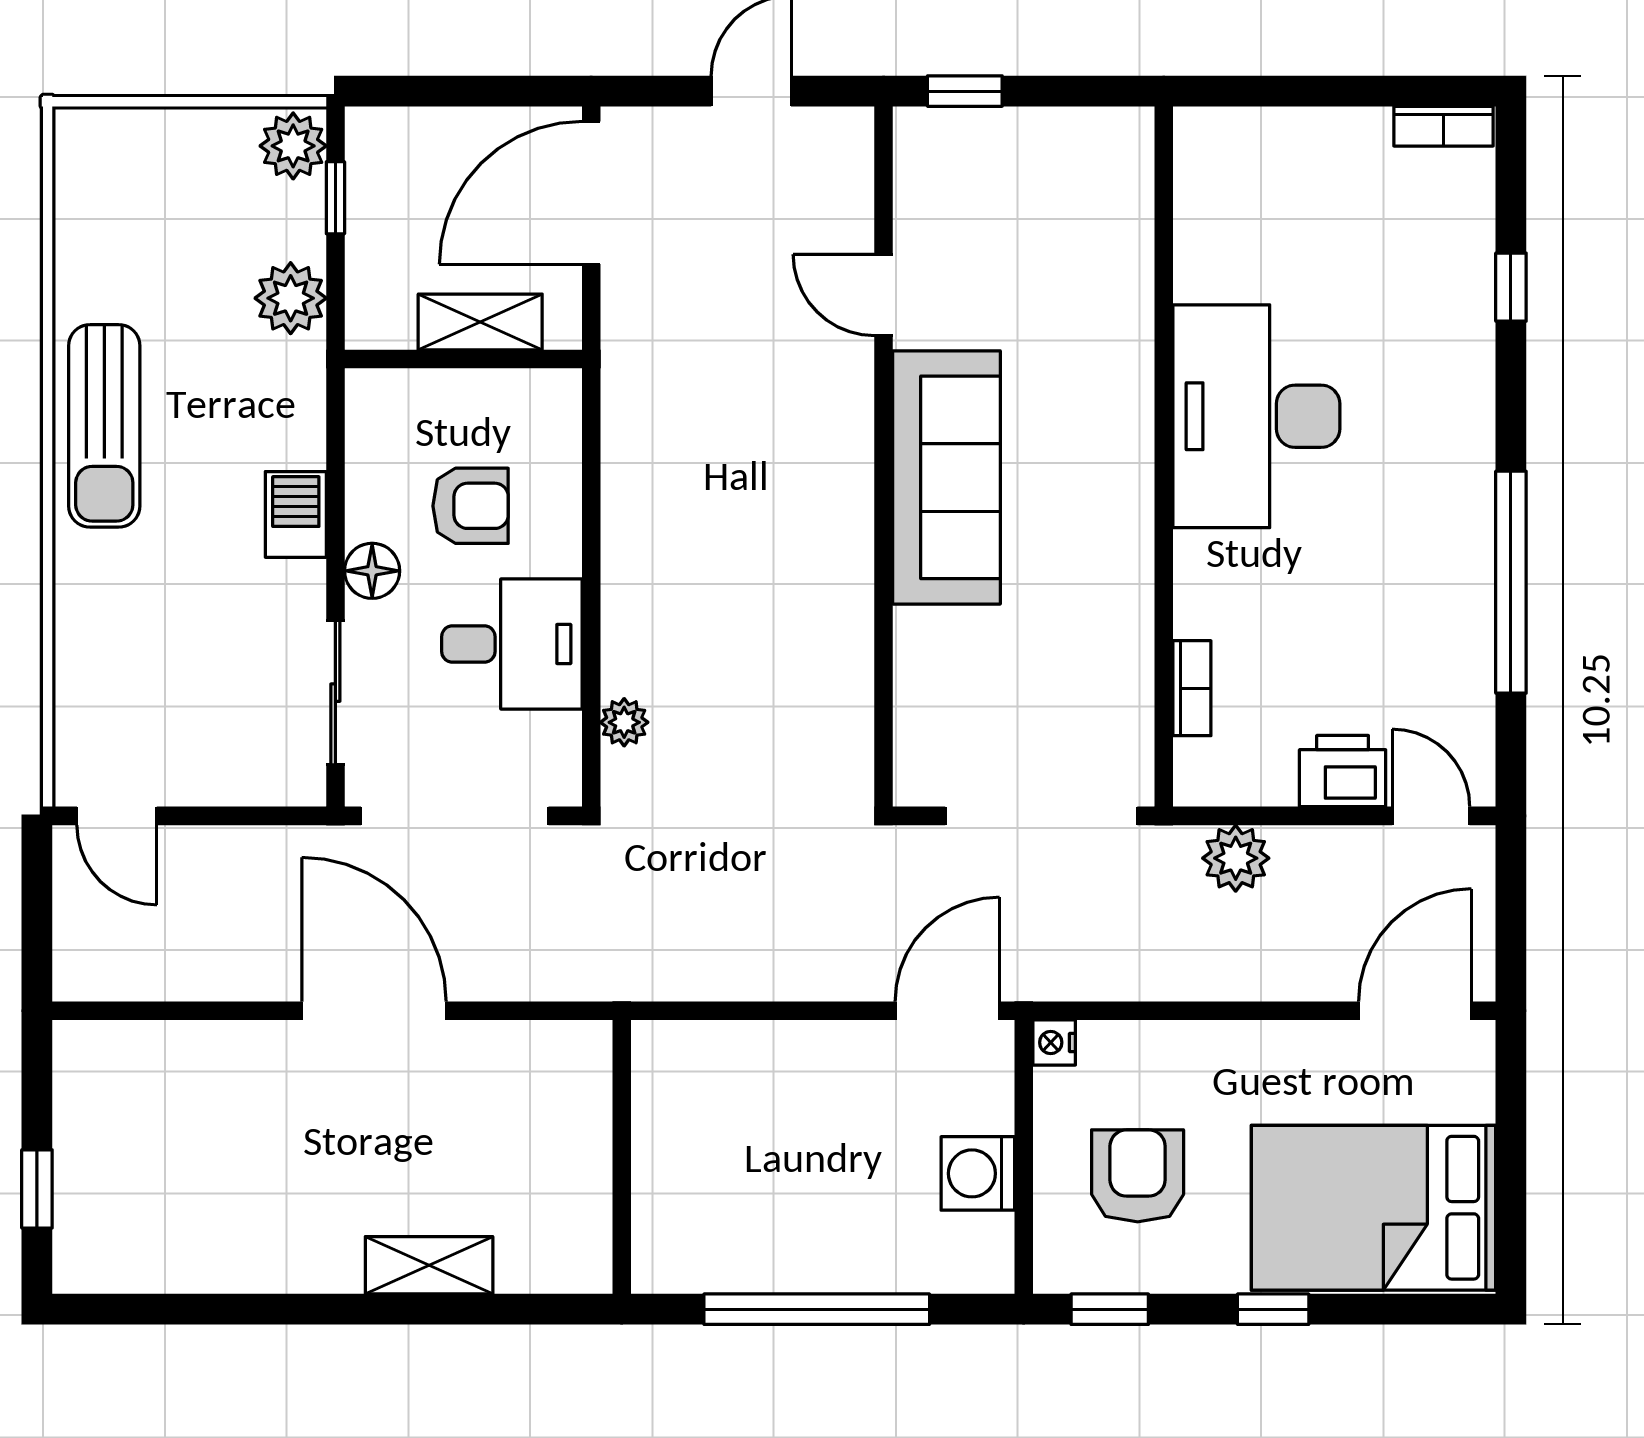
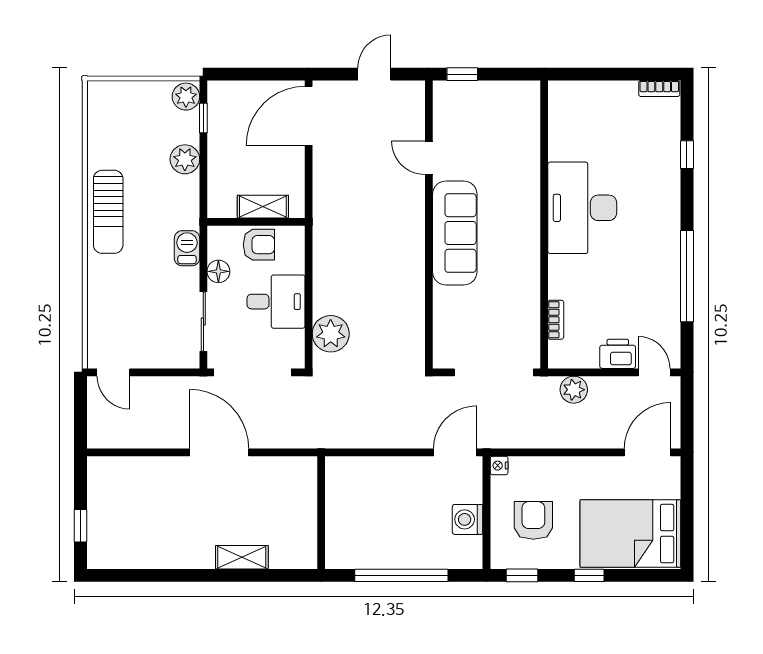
shelving: (480, 322) -> (263, 207), moved
wall: (463, 359) -> (256, 222), moved
plant: (624, 722) -> (331, 334), width x1.88, depth x1.88

